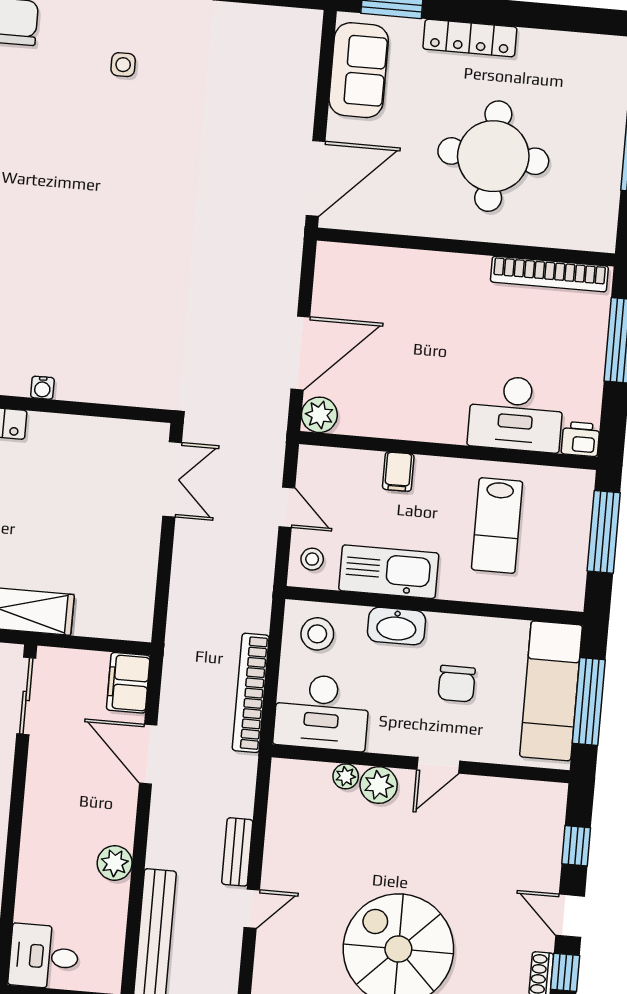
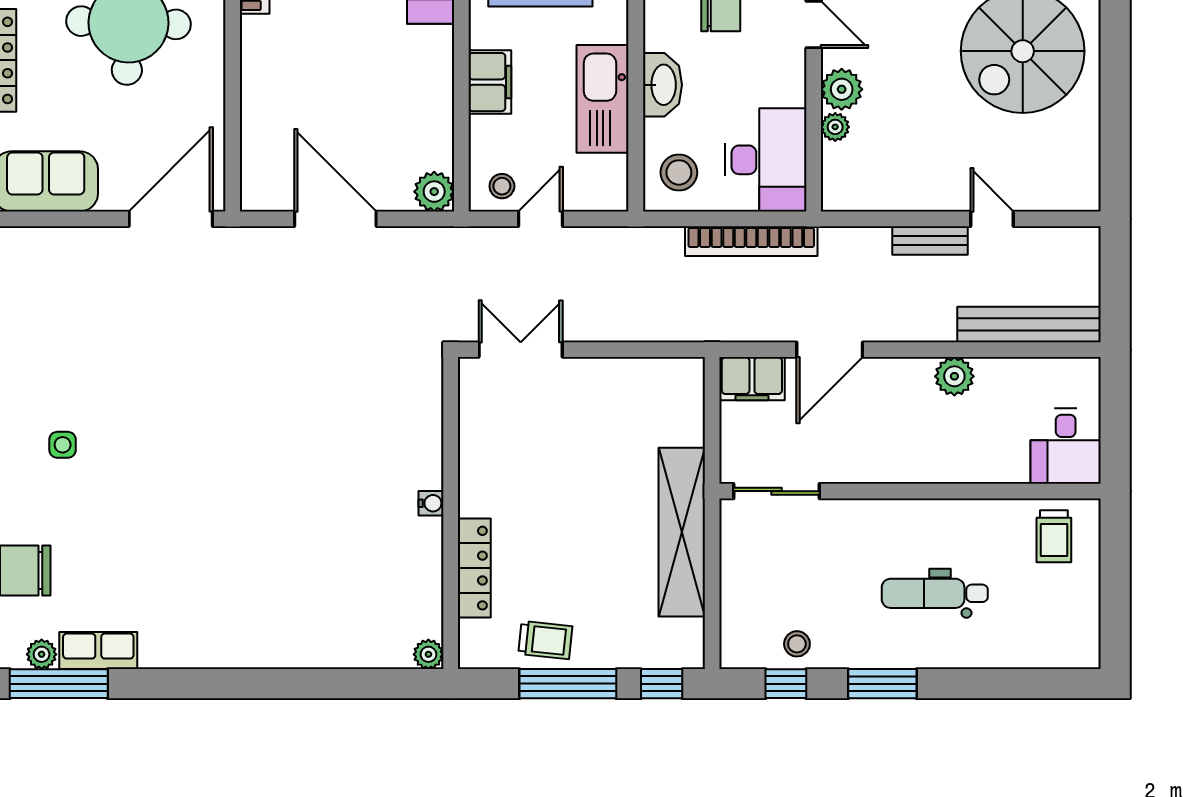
door: (316, 178) -> (171, 219), hinge flipped
door: (300, 353) -> (335, 219), moved
filing cabinet: (398, 472) -> (490, 82), width x2.00
stool: (312, 559) -> (502, 186), moved

